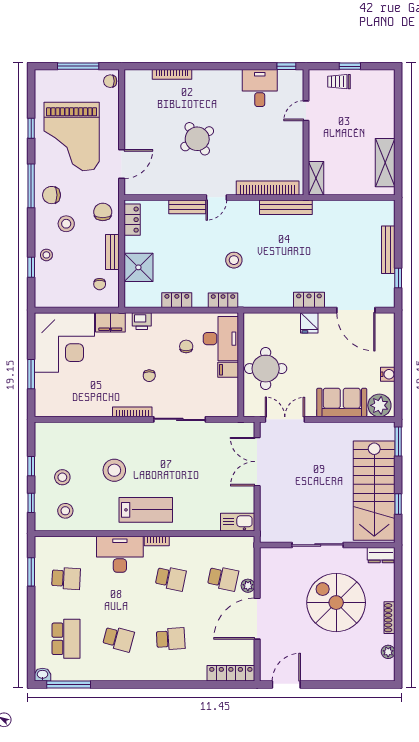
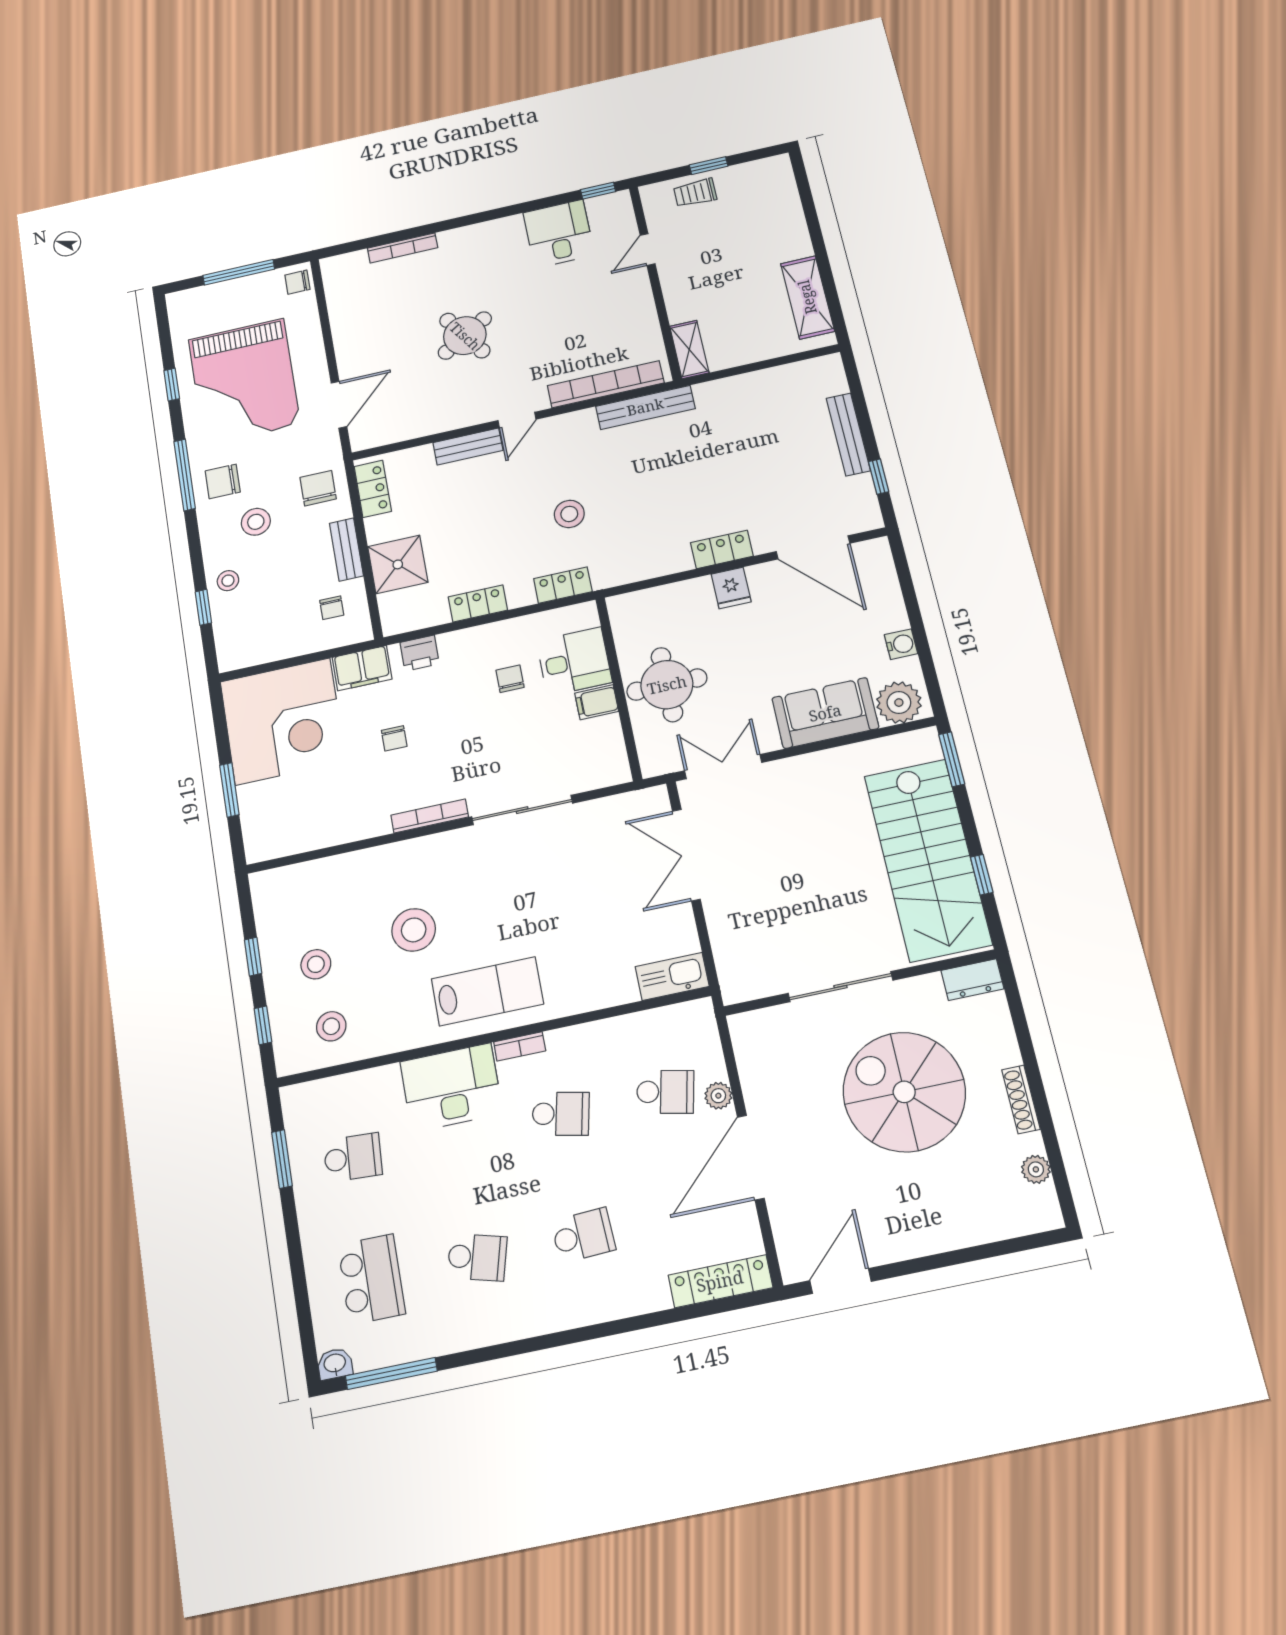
desk: (221, 339) -> (574, 662), width x0.73
chair: (149, 376) -> (394, 738), moved

